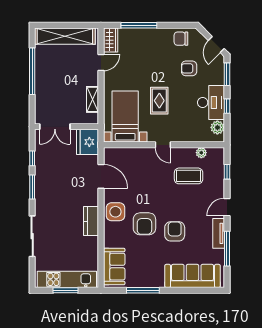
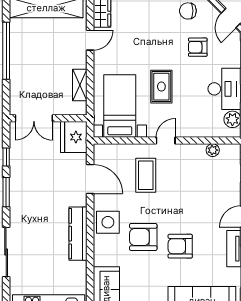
door: (163, 145) -> (166, 140), swing flipped
coffee table: (189, 176) -> (146, 175), moved, turned 90
kitchen counter: (91, 221) -> (78, 234), width x1.50
armchair: (144, 224) -> (143, 237), turned 90
armchair: (175, 231) -> (180, 246), turned -90

